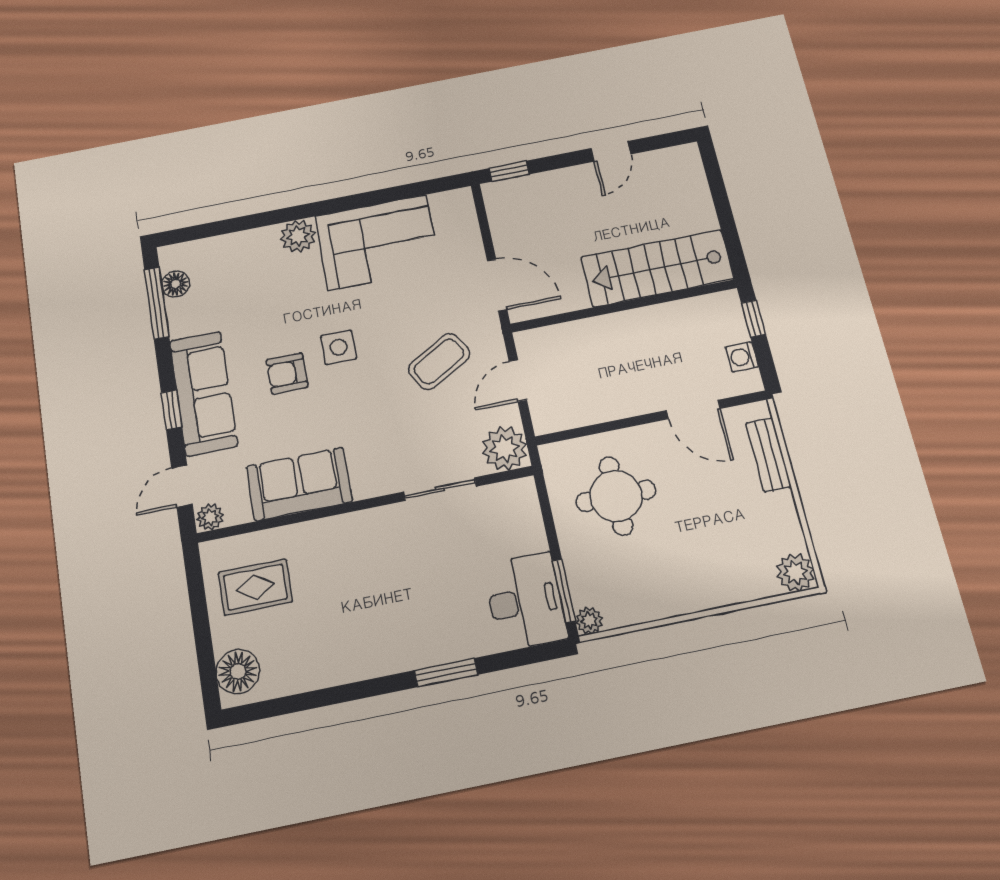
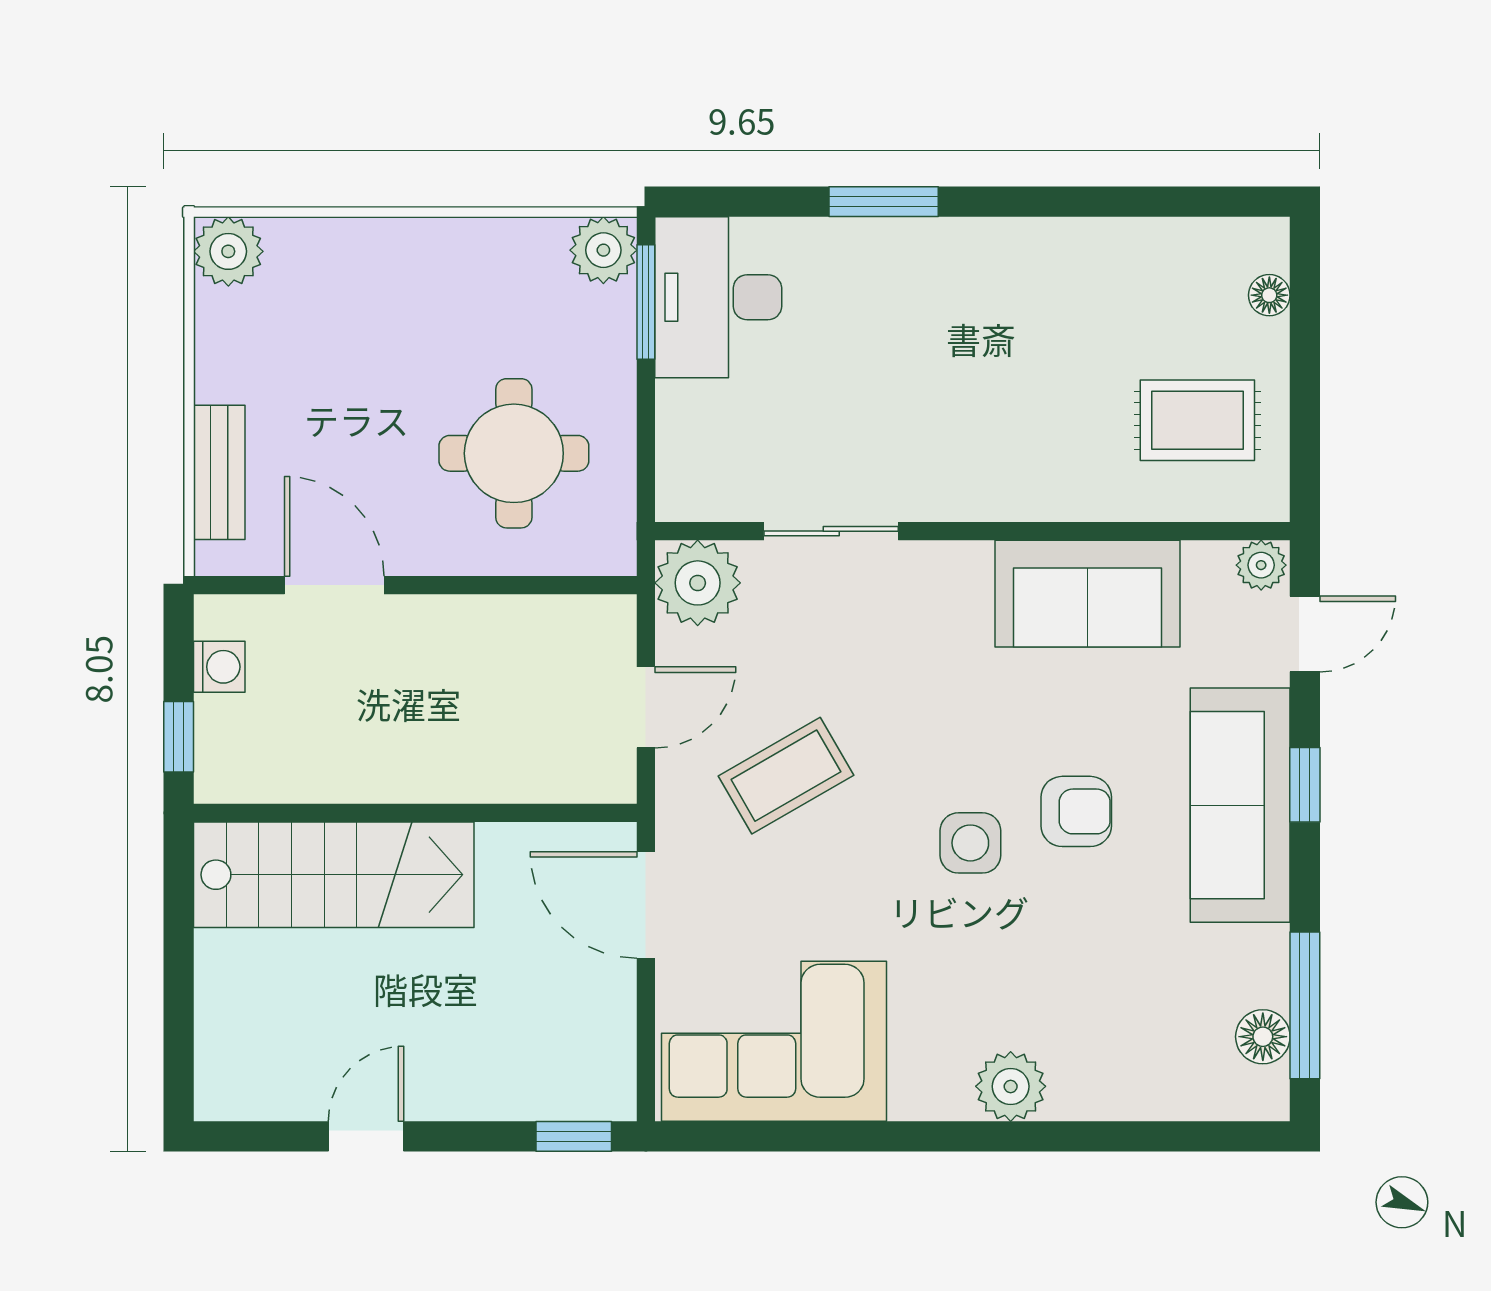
corner sofa: (377, 242) -> (774, 1041), moved
plant: (589, 621) -> (603, 250), width x1.38, depth x1.38
floor lamp: (238, 671) -> (1269, 295), width x0.53, depth x0.53

